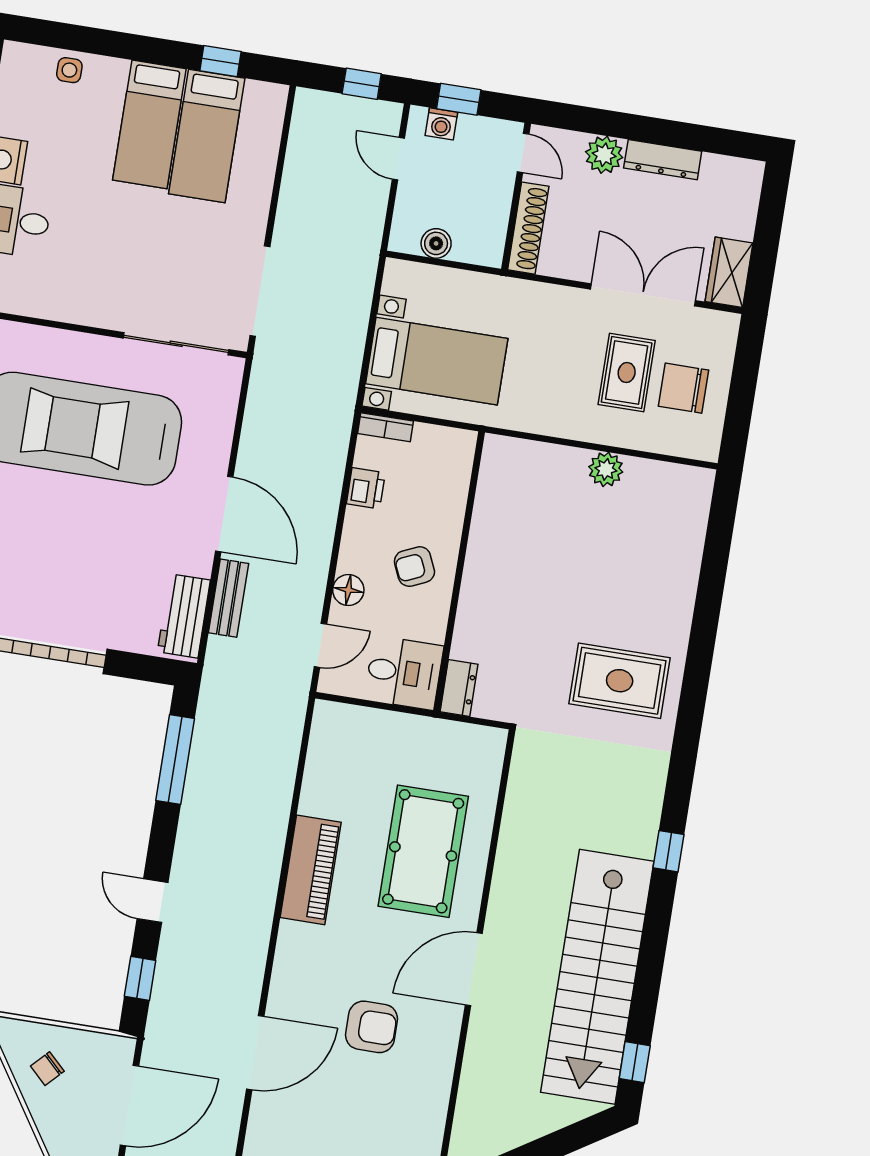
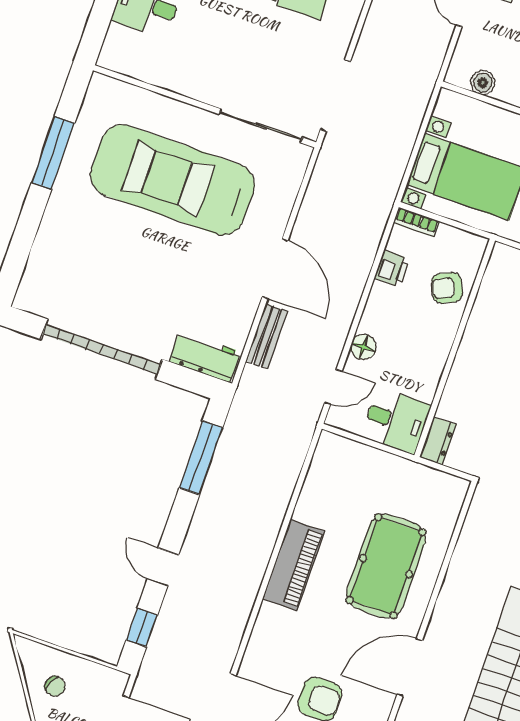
armchair: (414, 567) -> (447, 288), moved
workbench: (184, 616) -> (205, 357), moved, turned 90
chair: (47, 1069) -> (55, 686), turned -111

